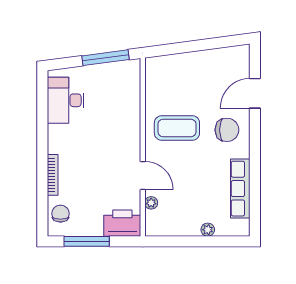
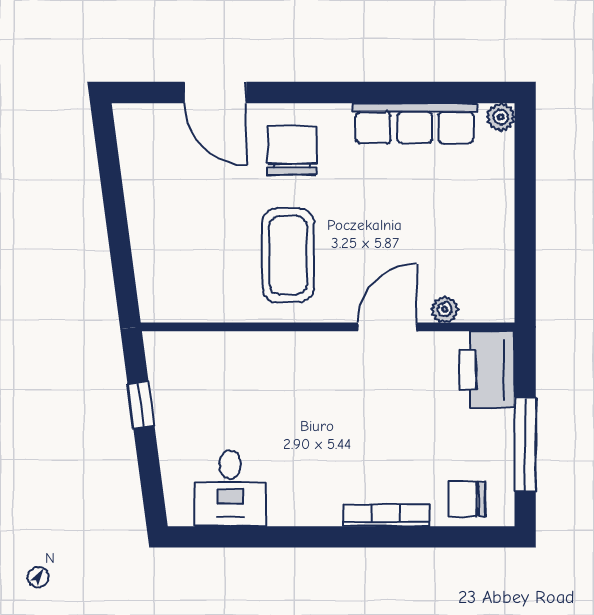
window: (105, 58) -> (141, 405), width x0.46
desk: (66, 100) -> (230, 488), width x0.73
plant: (208, 230) -> (501, 117), moved

